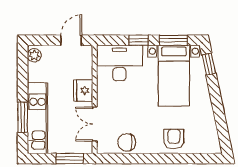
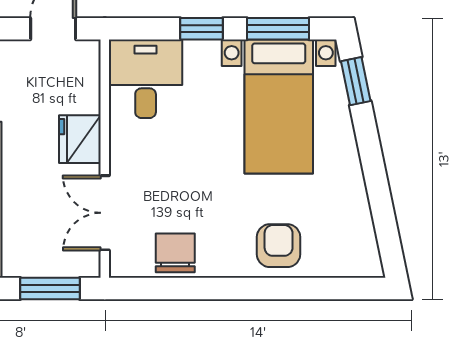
desk: (119, 63) -> (146, 79), width x0.73
chair: (127, 142) -> (175, 253), turned 90

